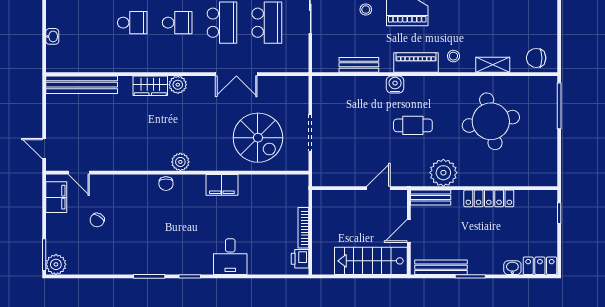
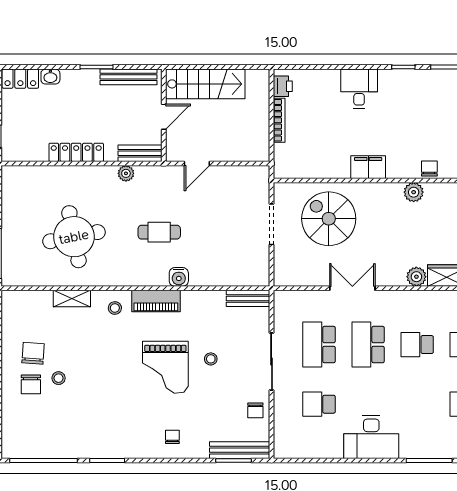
chair: (536, 58) -> (33, 353), moved, turned -86
bench: (359, 65) -> (248, 298), moved
plant: (443, 173) -> (126, 173), width x0.53, depth x0.53

